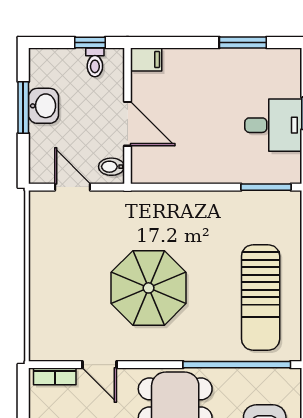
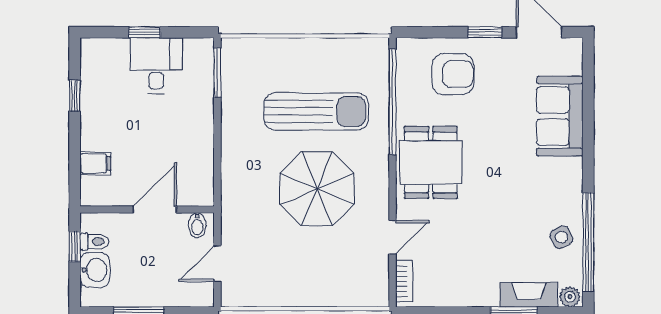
window: (243, 42) -> (75, 96), width x0.67
filing cabinet: (146, 59) -> (95, 163), moved, turned 90
washbasin: (43, 106) -> (95, 270), moved, turned 90
sun lounger: (261, 298) -> (316, 112), moved

